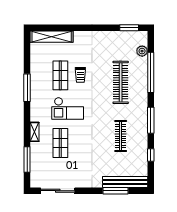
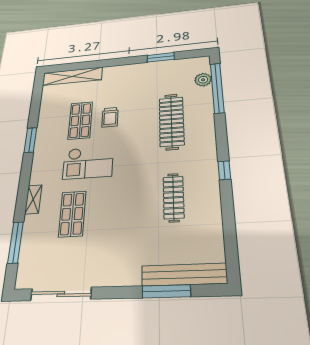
window: (129, 28) -> (161, 57), moved
window: (151, 72) -> (217, 88), moved
window: (27, 88) -> (30, 140), width x0.69
window: (151, 120) -> (224, 170), width x0.46
window: (151, 155) -> (229, 225), removed

